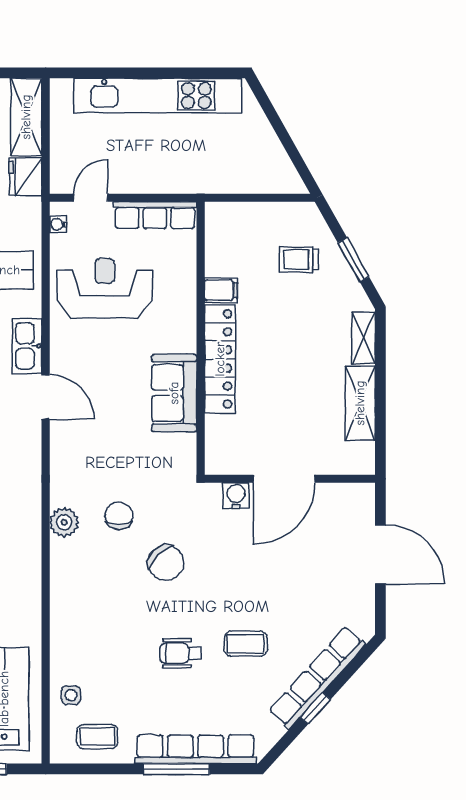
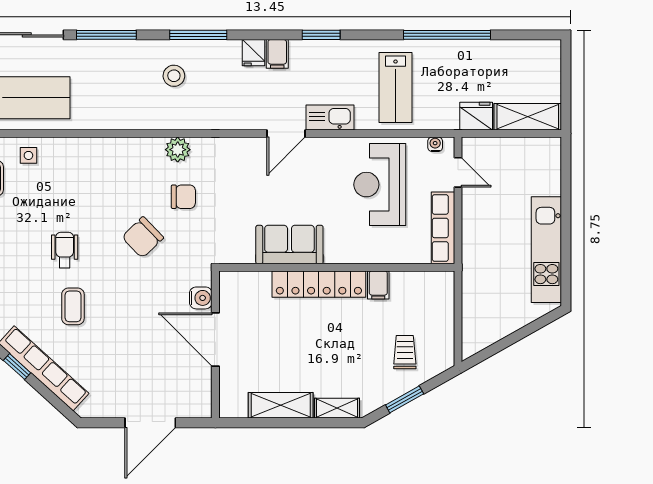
kitchen unit: (158, 96) -> (546, 250), width x0.73
reception desk: (105, 288) -> (380, 185), turned 180

